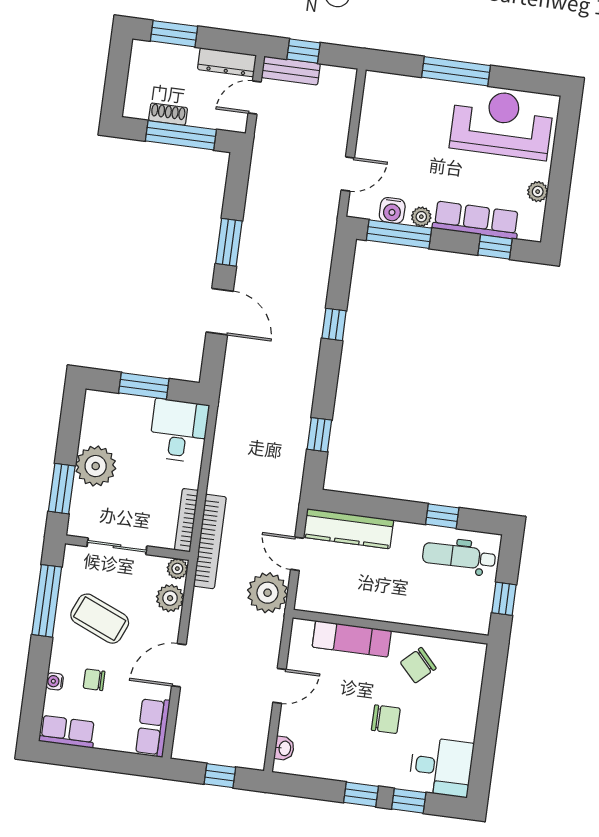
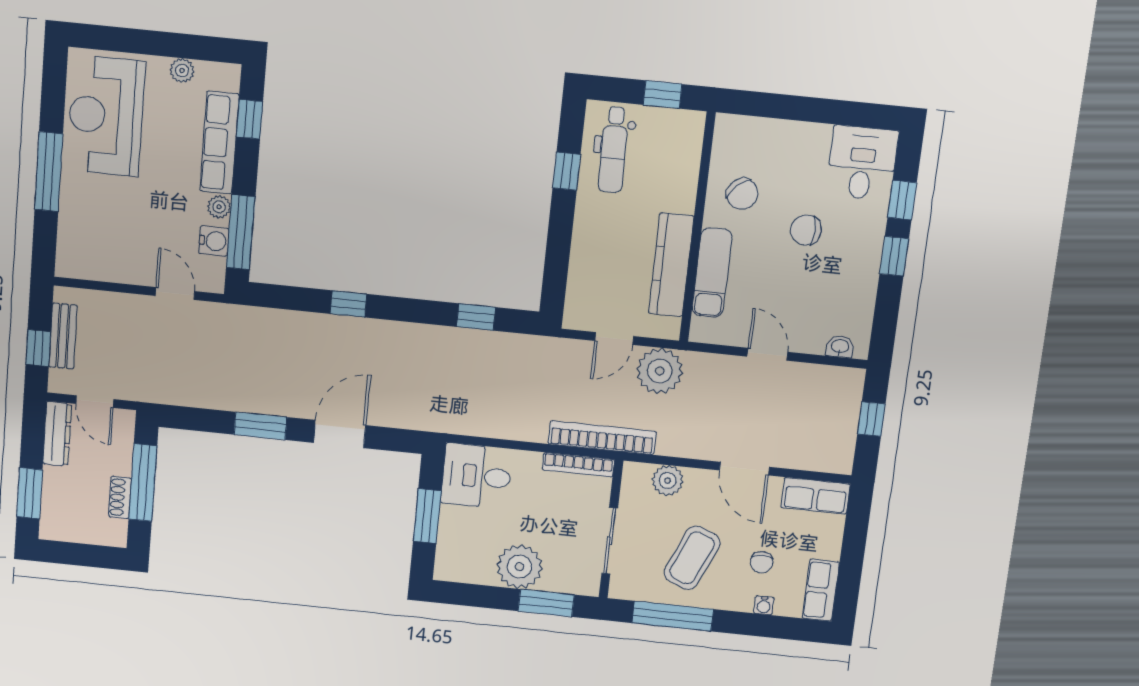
bench: (291, 71) -> (63, 336), moved
kitchen counter: (348, 529) -> (671, 265), moved, turned 180
plant: (177, 569) -> (634, 473), removed
chair: (386, 719) -> (806, 230), turned -90

